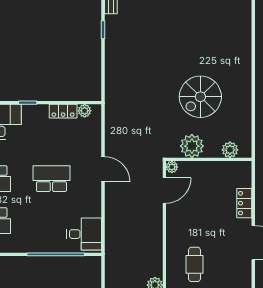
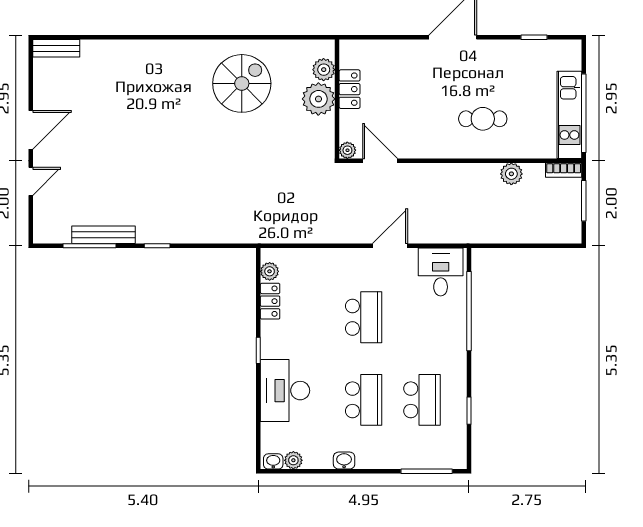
spiral stairs: (200, 97) -> (242, 83), moved, turned -90
plant: (192, 146) -> (318, 99), moved
door: (103, 169) -> (390, 246), moved
school desk: (51, 179) -> (364, 317), turned 180
locker: (244, 203) -> (350, 89), moved, turned -90

